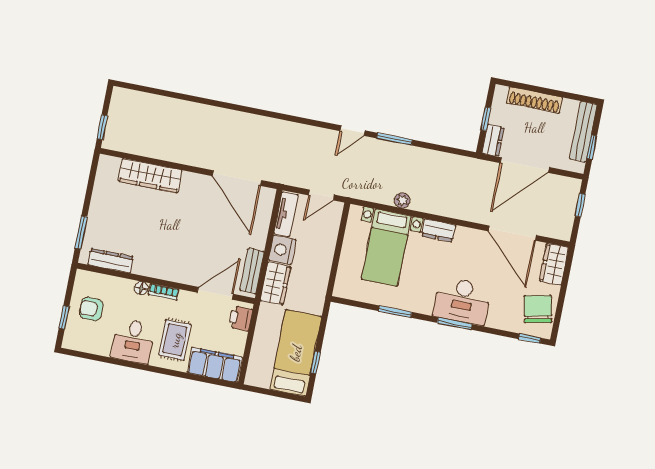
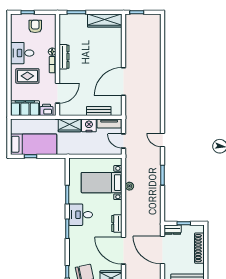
door: (353, 131) -> (163, 140), moved
wardrobe: (150, 176) -> (105, 21), moved, turned -90
door: (237, 178) -> (124, 81), moved
dresser: (438, 230) -> (117, 223), moved
door: (512, 233) -> (124, 251), hinge flipped
dresser: (111, 261) -> (64, 57), moved
bench: (252, 271) -> (99, 111), moved
door: (215, 293) -> (58, 93), hinge flipped
desk: (462, 301) -> (81, 215), moved, width x0.73
filing cabinet: (215, 365) -> (25, 108), moved, turned -90

